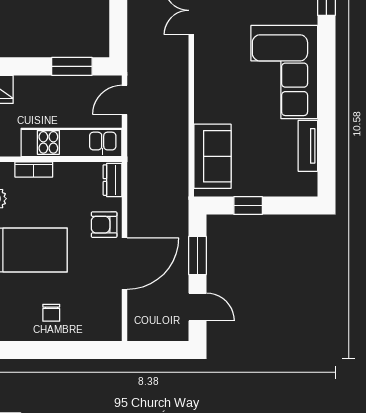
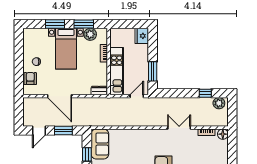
door: (125, 100) -> (137, 96), hinge flipped
sofa: (212, 156) -> (100, 144), moved, turned -90
armchair: (104, 225) -> (30, 79), moved

